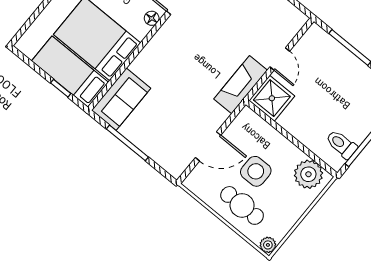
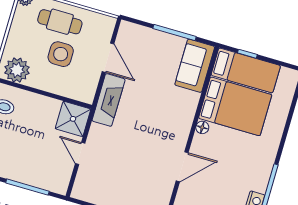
floor lamp: (152, 18) -> (202, 127), moved
fireplace: (241, 85) -> (109, 100), moved
door: (208, 146) -> (108, 58), swing flipped

